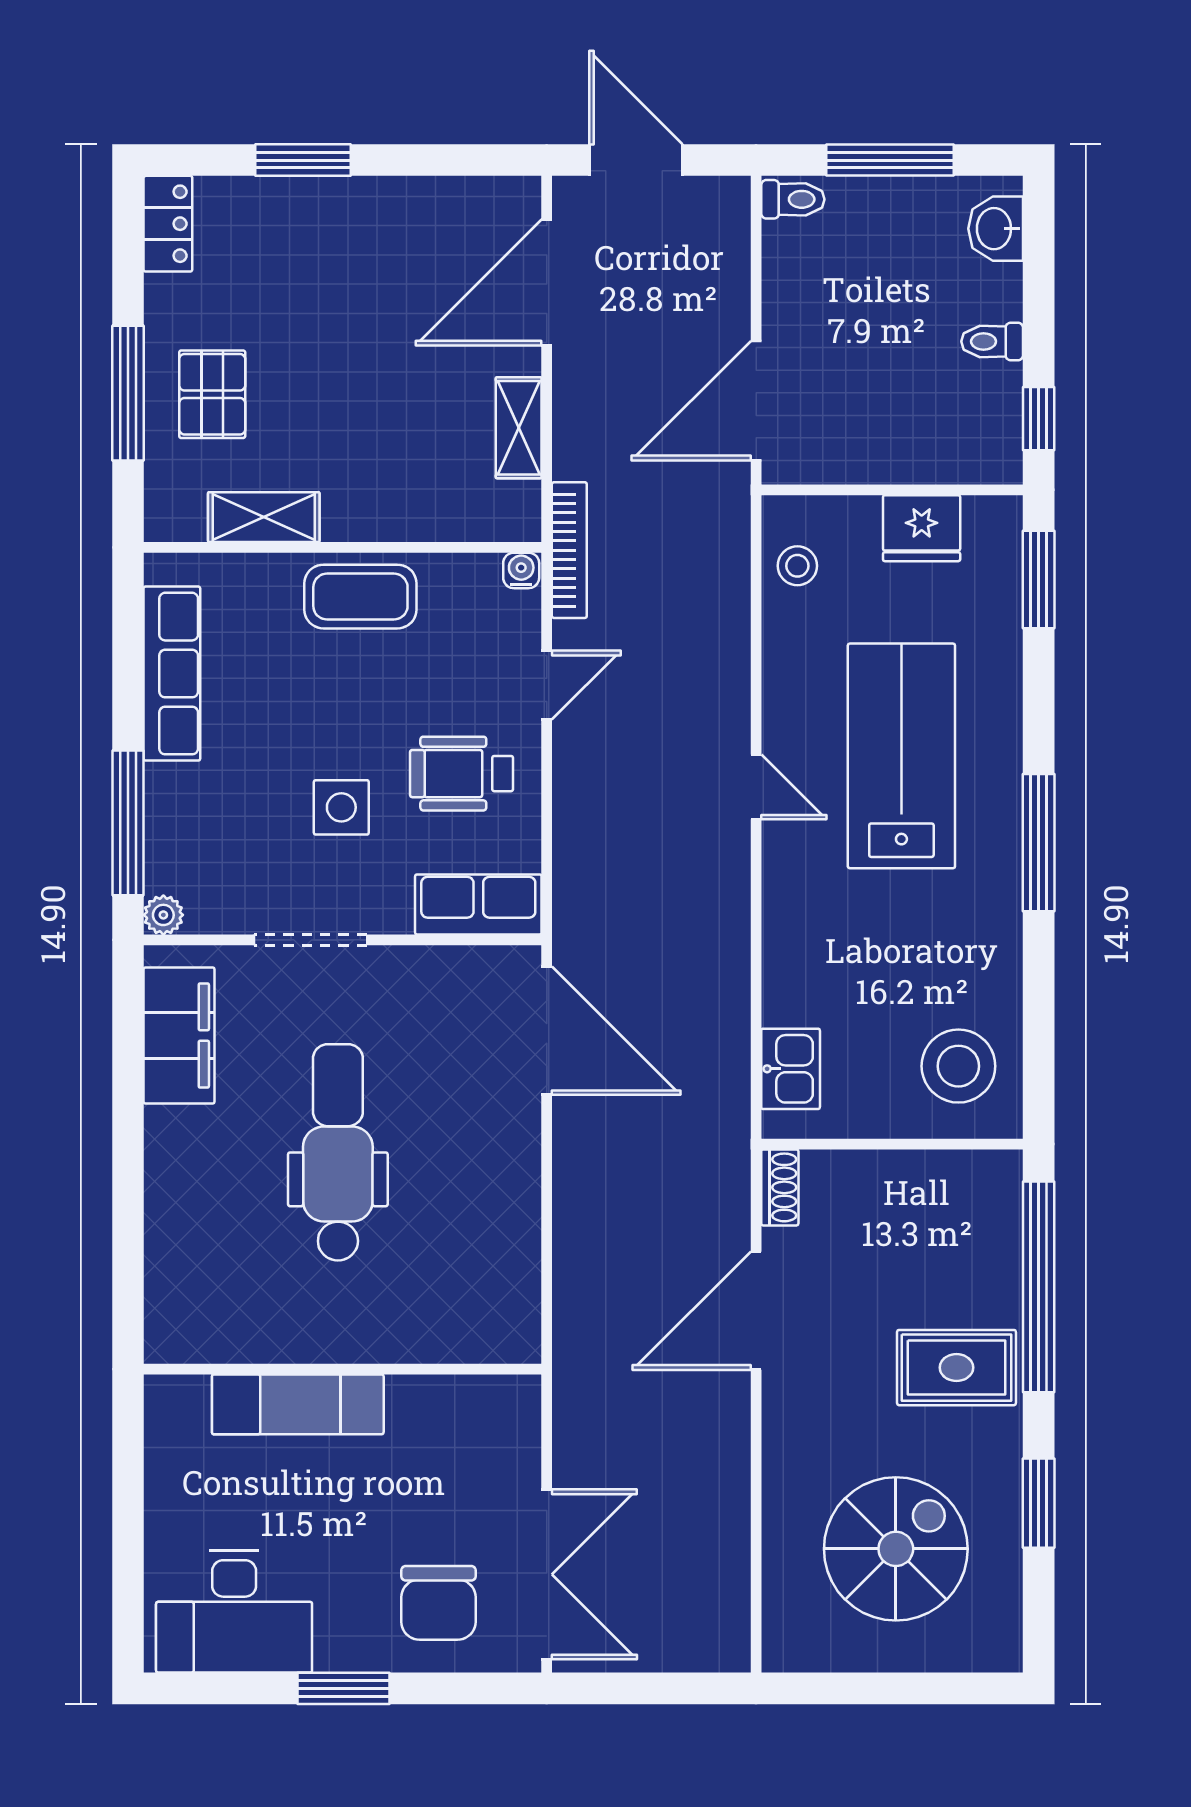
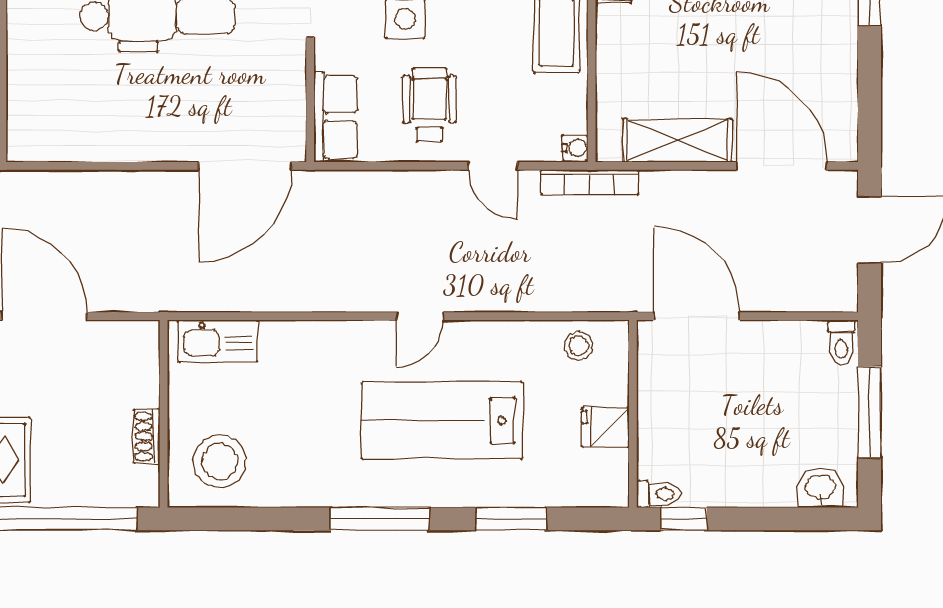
toilet: (992, 341) -> (659, 494), moved, turned 90
shelving: (519, 428) -> (677, 140), width x1.50, depth x1.33
fridge: (922, 528) -> (605, 427), width x0.72
window: (1039, 580) -> (511, 519), moved
lab bench: (901, 756) -> (442, 420), turned 180
kitchen sink: (791, 1069) -> (218, 341), width x1.38
shoe rack: (780, 1187) -> (147, 436), moved, turned 90

